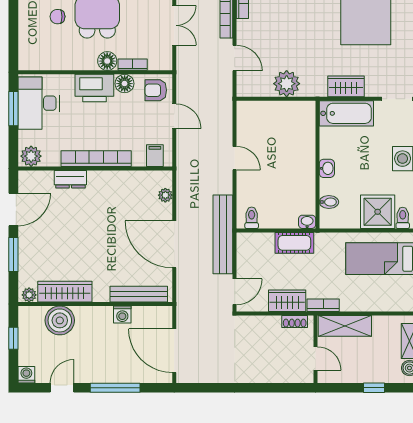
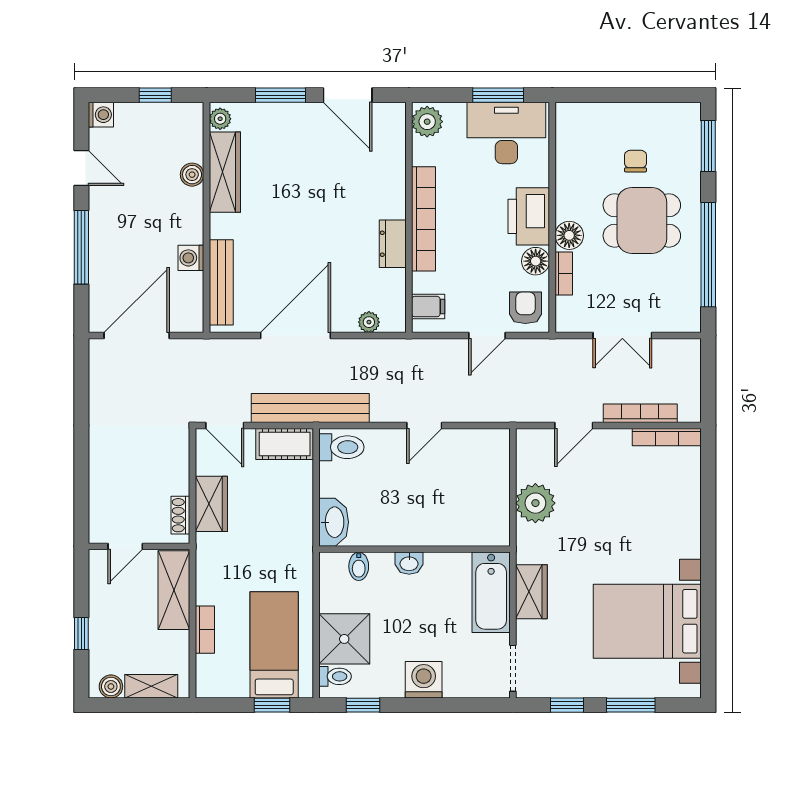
dresser: (70, 179) -> (393, 244), moved
toilet: (252, 218) -> (341, 447), width x1.37, depth x1.39
washbasin: (307, 222) -> (334, 522), width x1.91, depth x1.45
cot: (294, 243) -> (285, 444), moved, turned 90
bookcase: (323, 305) -> (205, 630), moved
boiler: (60, 320) -> (192, 175), width x0.54, depth x0.54

